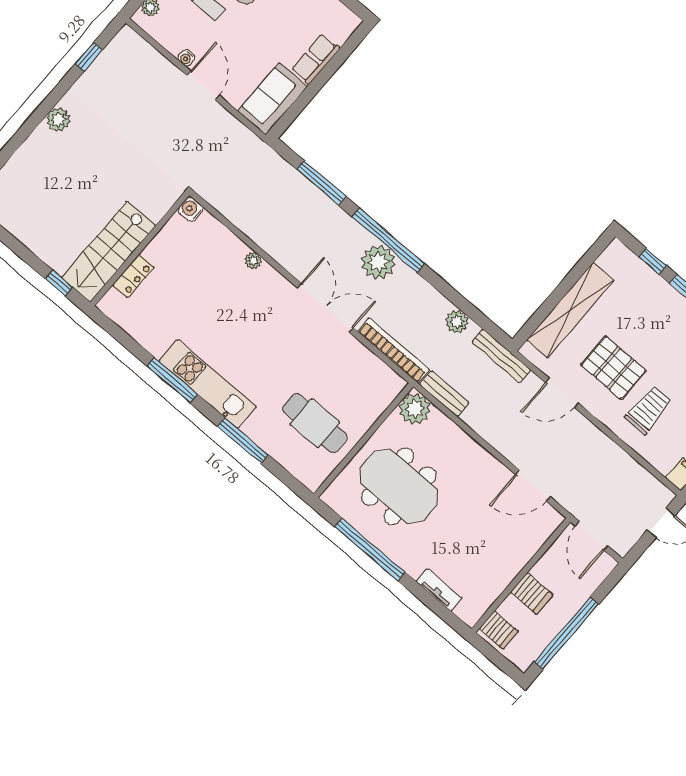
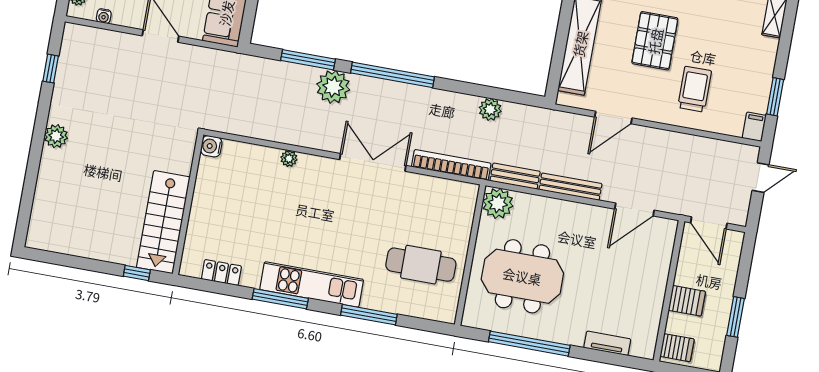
water cooler: (186, 58) -> (104, 16), moved
plant: (378, 262) -> (333, 87), moved
locker: (133, 276) -> (221, 273), moved, turned -90
bench: (501, 356) -> (570, 187), moved
pallet: (614, 368) -> (655, 41), moved, turned 90
window: (566, 633) -> (736, 317), width x0.47

